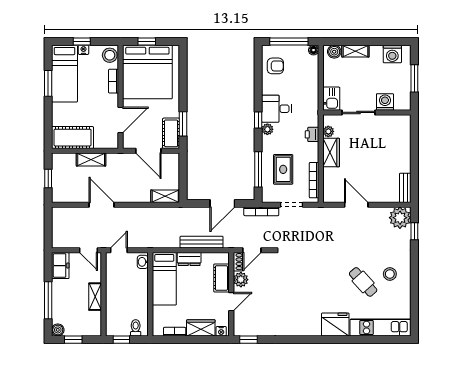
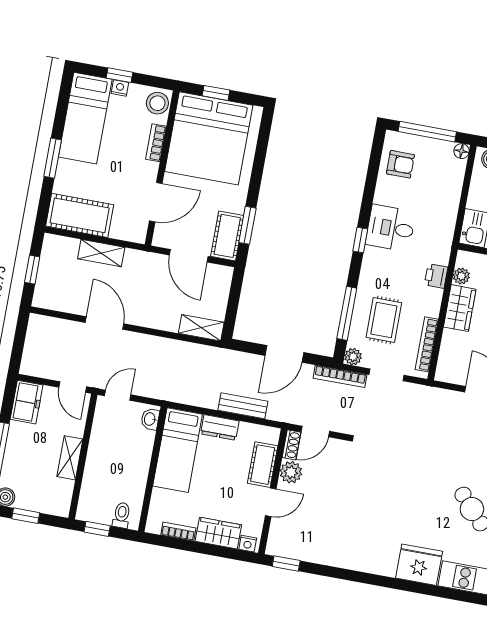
window: (48, 83) -> (53, 158), moved
plant: (267, 129) -> (353, 357), moved
bench: (202, 242) -> (243, 406), width x0.73

